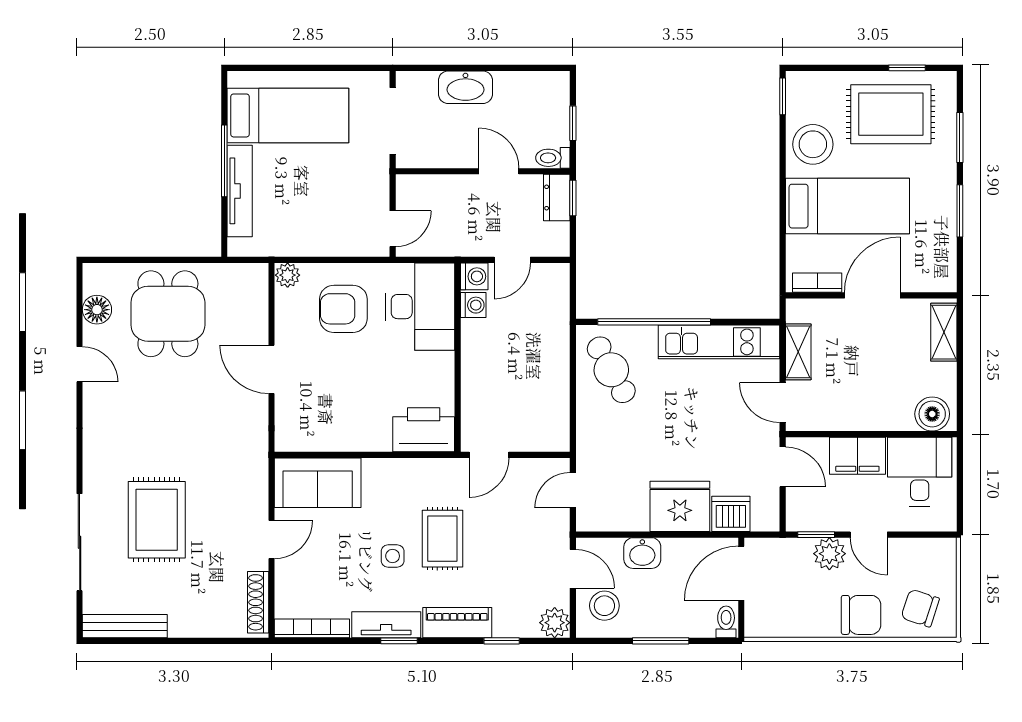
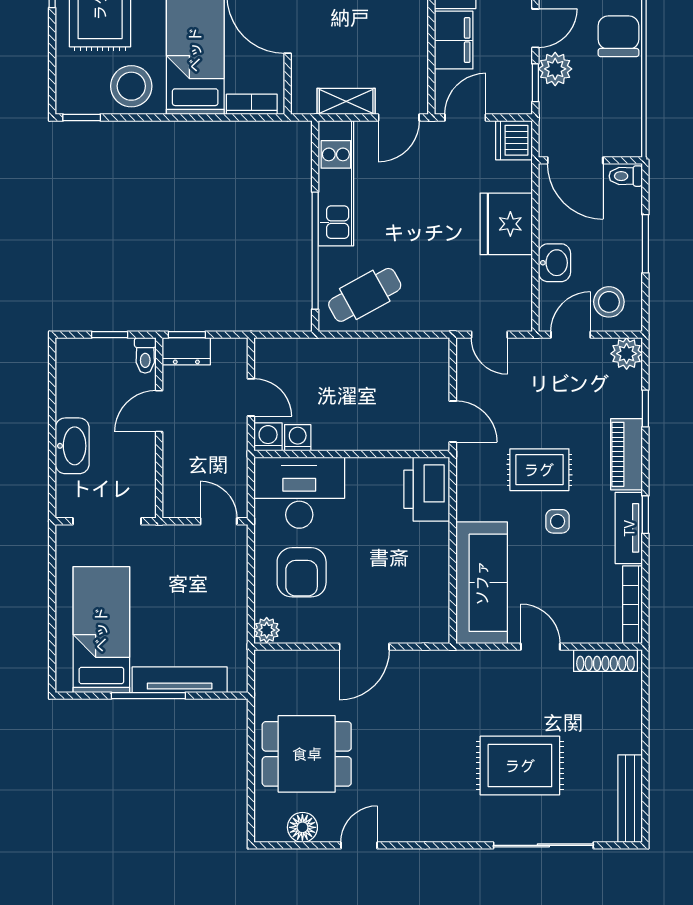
bookcase: (817, 283) -> (252, 104), moved, turned 90
sofa: (318, 483) -> (482, 583), width x1.36
dishwasher: (731, 514) -> (514, 140), moved

